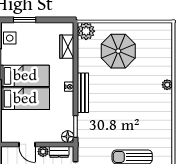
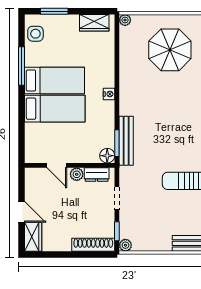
plant: (86, 31) -> (125, 20), width x0.53, depth x0.53
wardrobe: (67, 47) -> (94, 23), moved, turned -90
bench: (83, 93) -> (126, 141), moved

